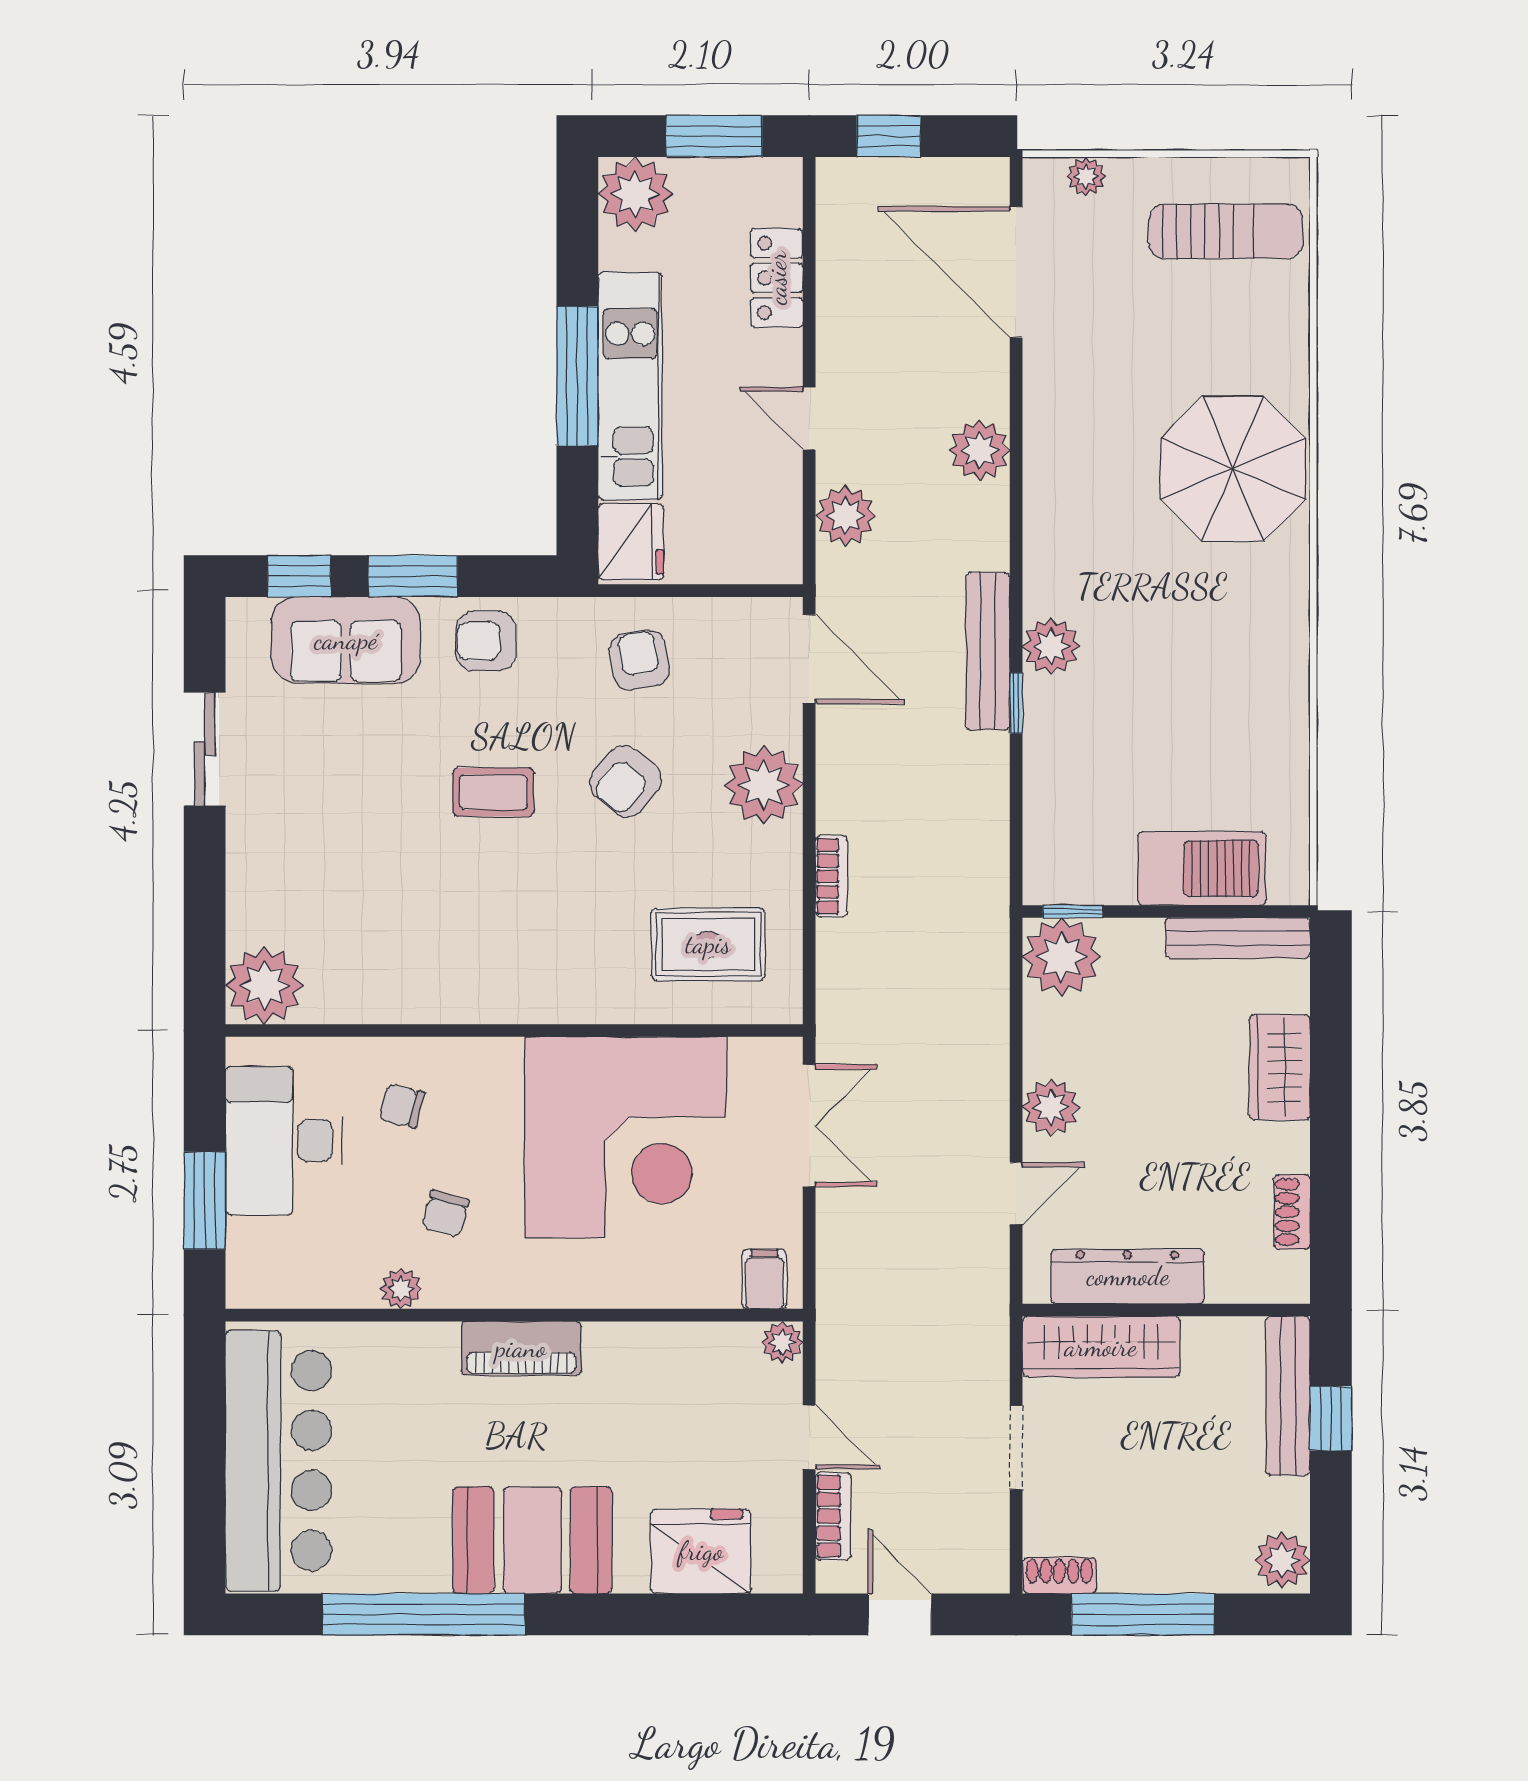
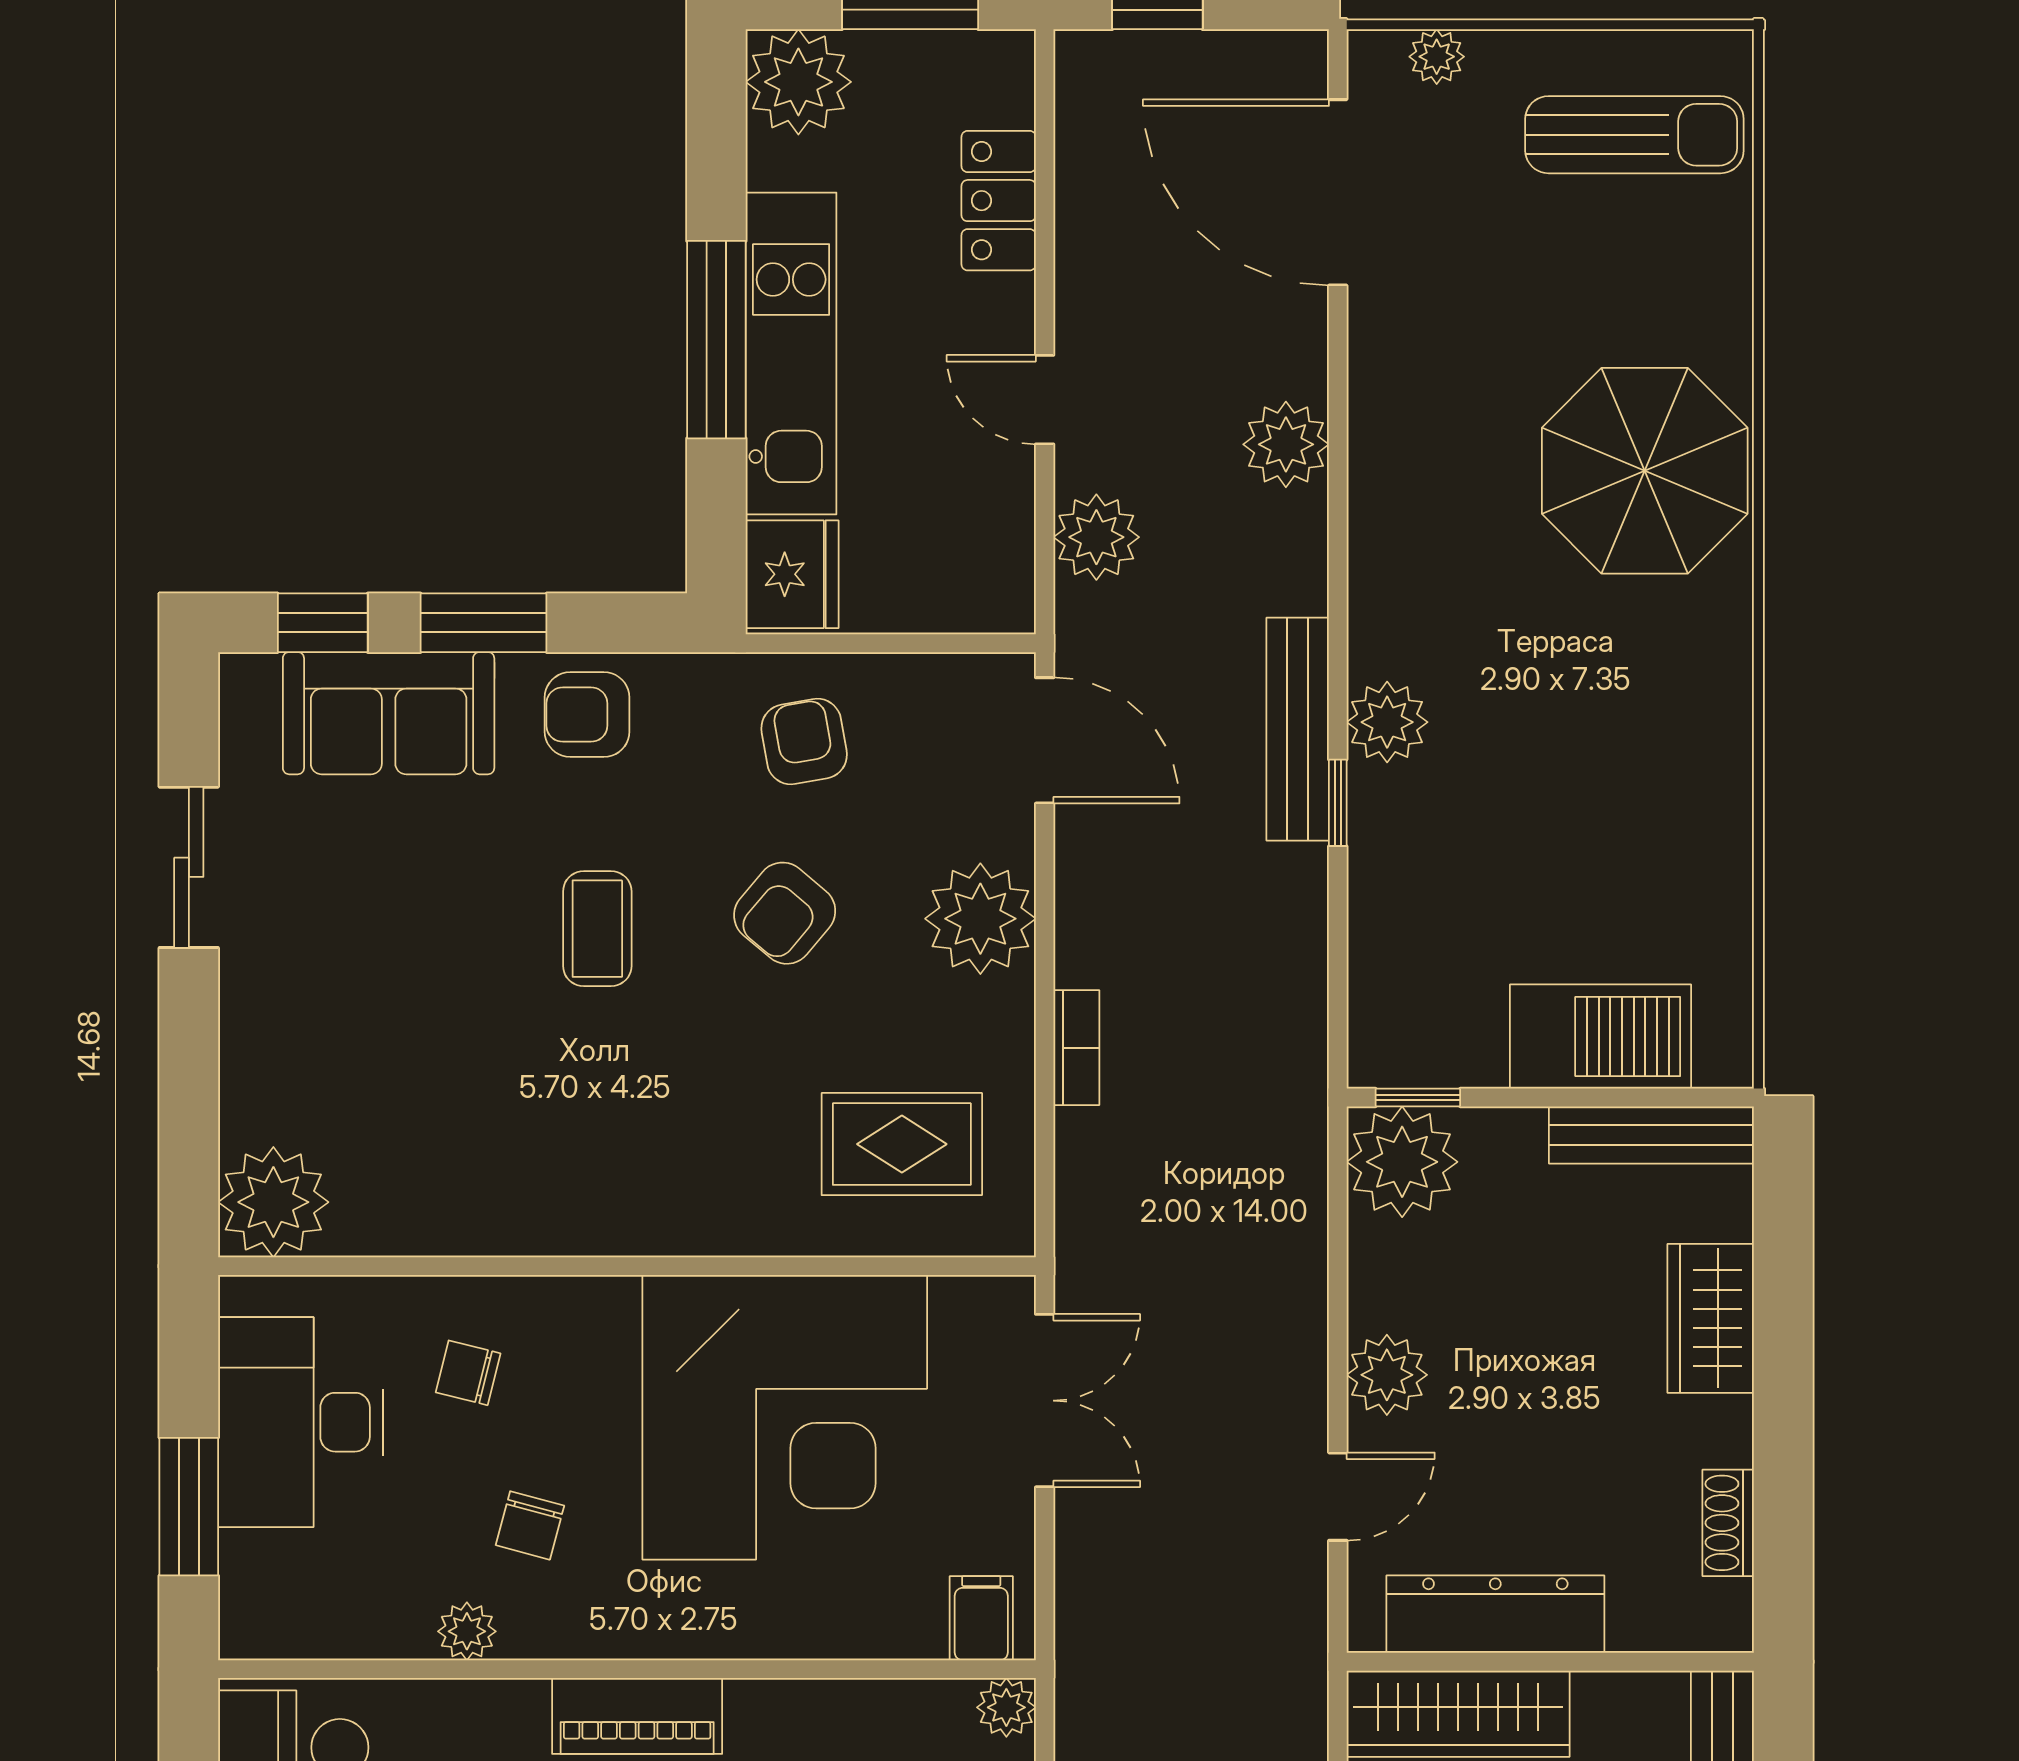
coffee table: (493, 792) -> (597, 929), turned 90

